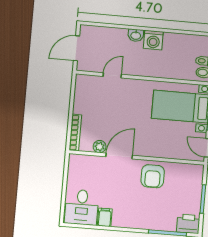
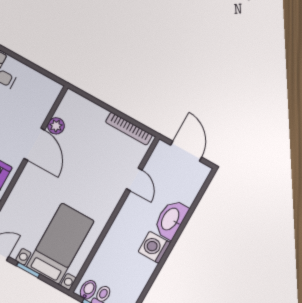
washbasin: (136, 35) -> (171, 219), width x1.91, depth x1.45
bookcase: (75, 133) -> (129, 129), moved

